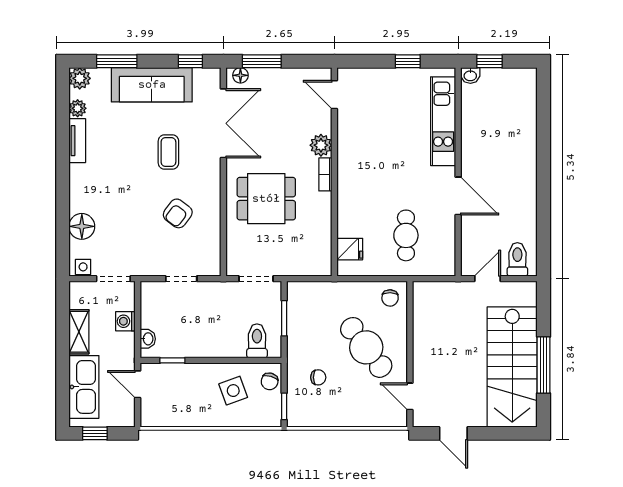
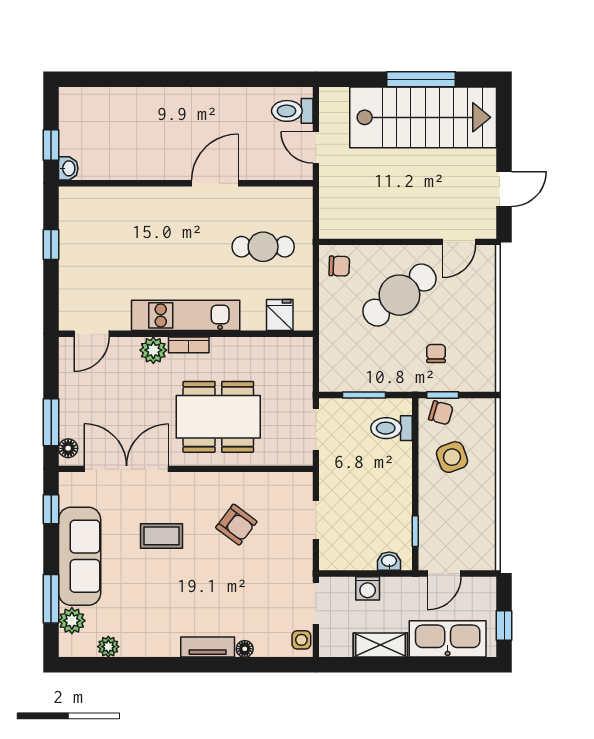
plant: (80, 78) -> (72, 621), moved
kitchen unit: (443, 121) -> (186, 315), moved, turned 180
tv unit: (77, 141) -> (208, 647), moved
dining table: (266, 199) -> (218, 417), width x1.38
floor lamp: (82, 226) -> (245, 649), width x0.53, depth x0.53
window: (284, 406) -> (443, 395), moved

